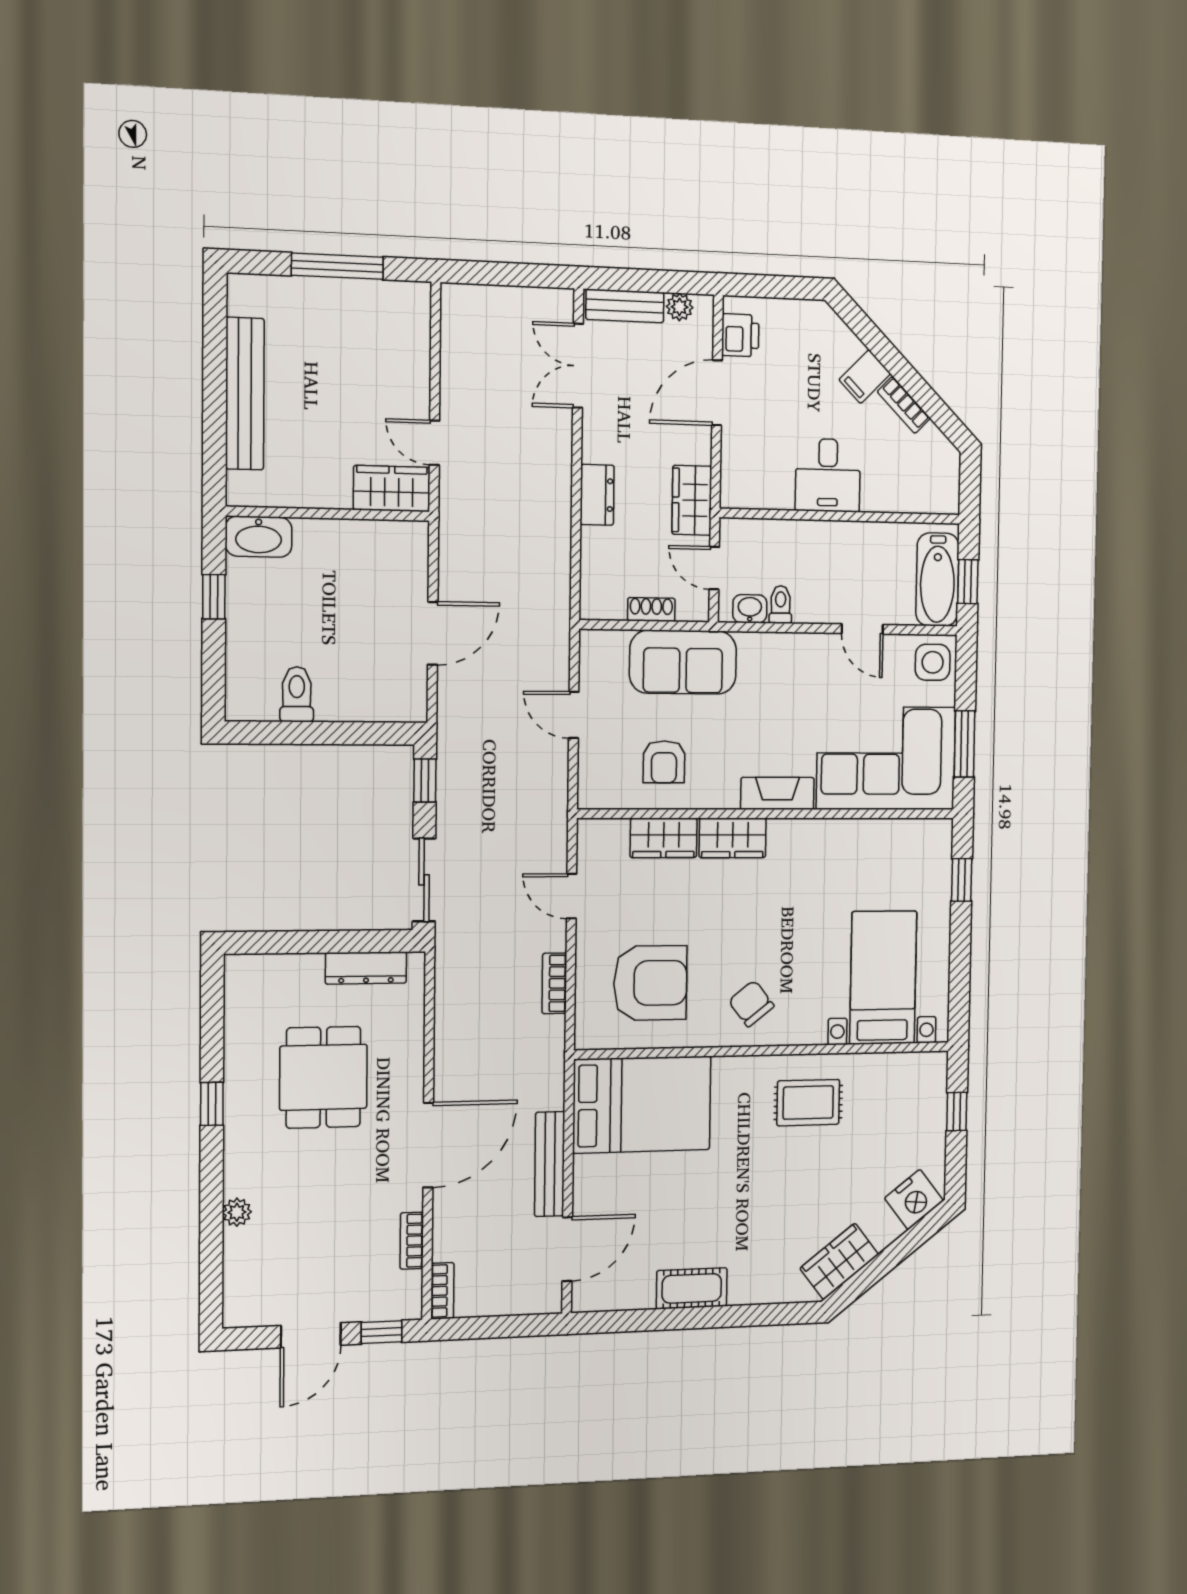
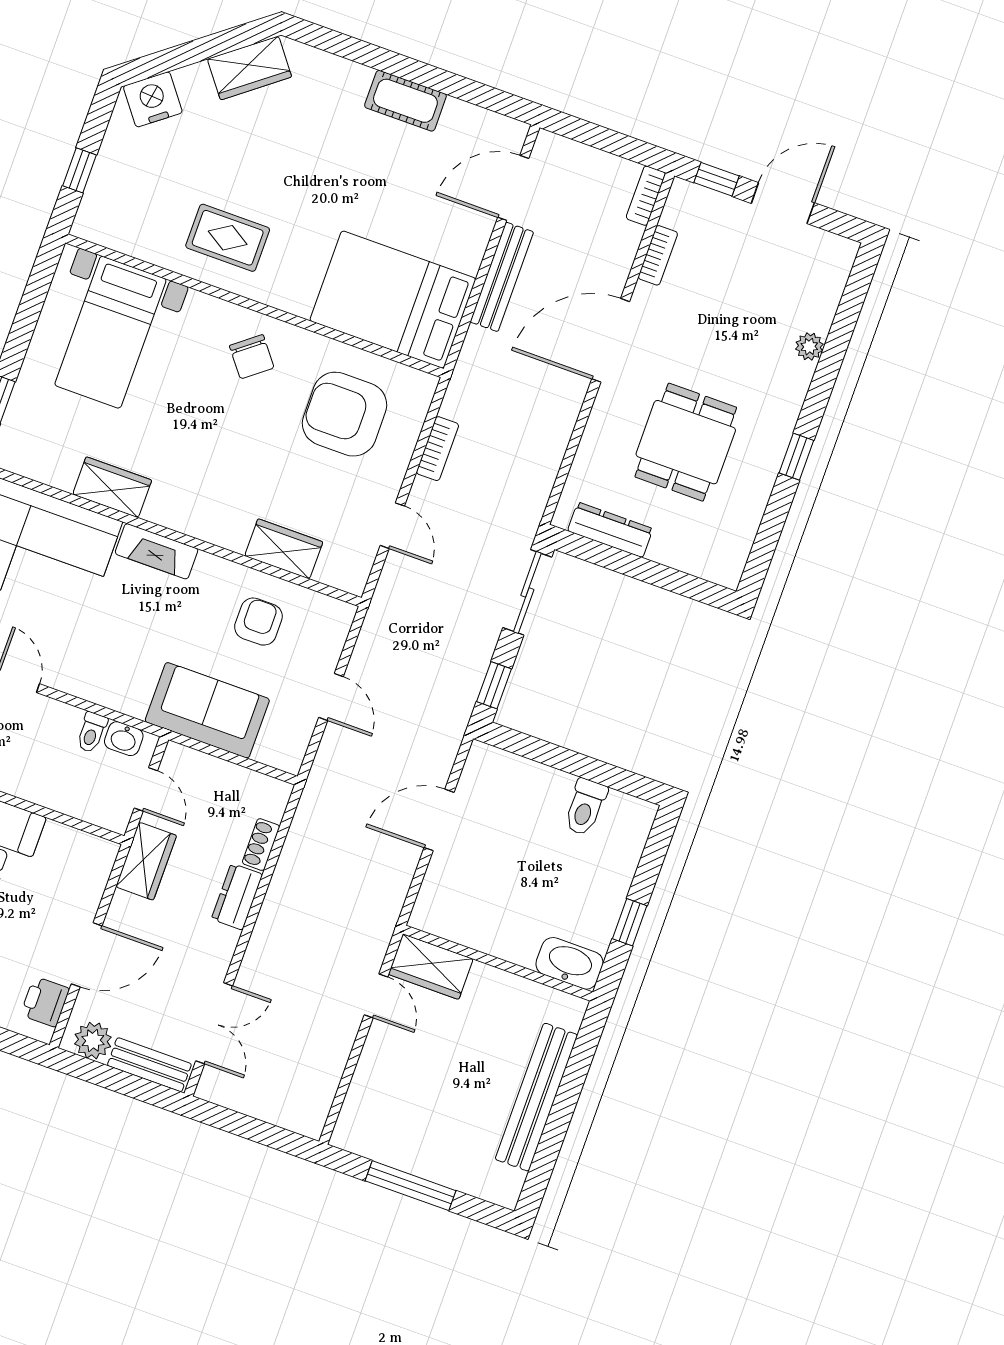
plant: (680, 307) -> (93, 1041), width x1.38, depth x1.38
shoe rack: (651, 610) -> (261, 845), moved, turned 90
wardrobe: (733, 838) -> (112, 487), moved

